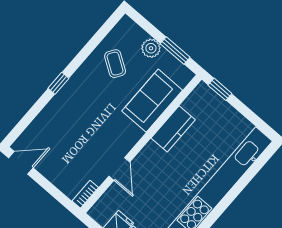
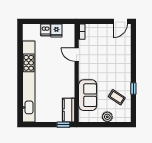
window: (175, 51) -> (96, 125), removed
window: (58, 83) -> (133, 88), moved
kitchen counter: (173, 129) -> (69, 110), moved

